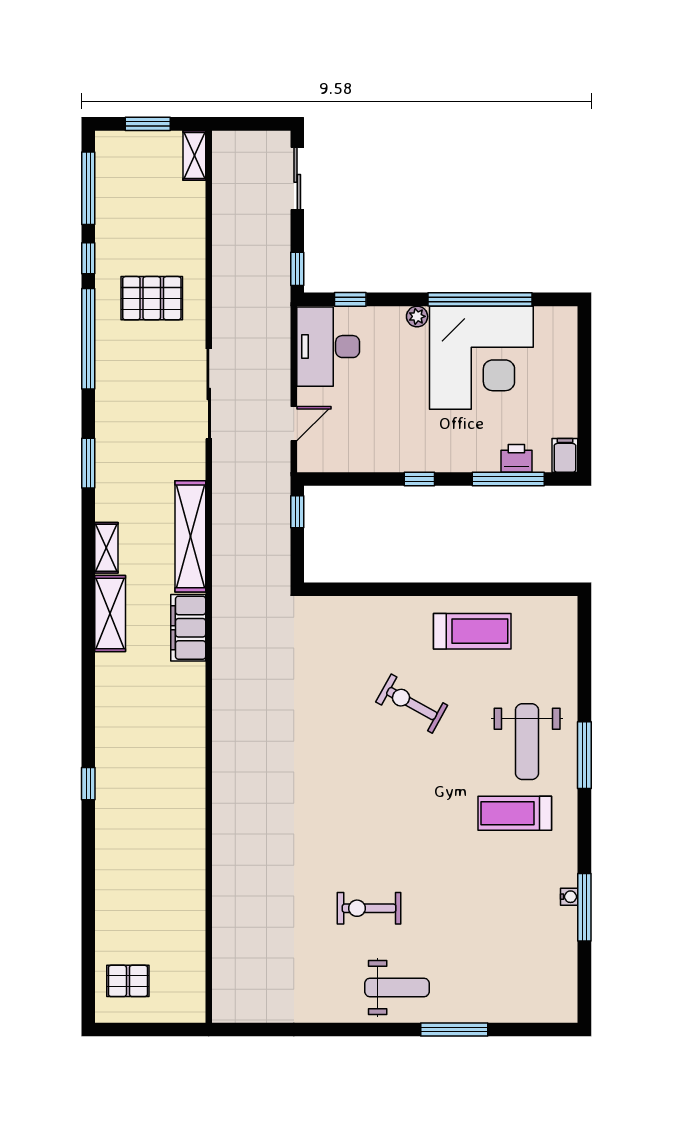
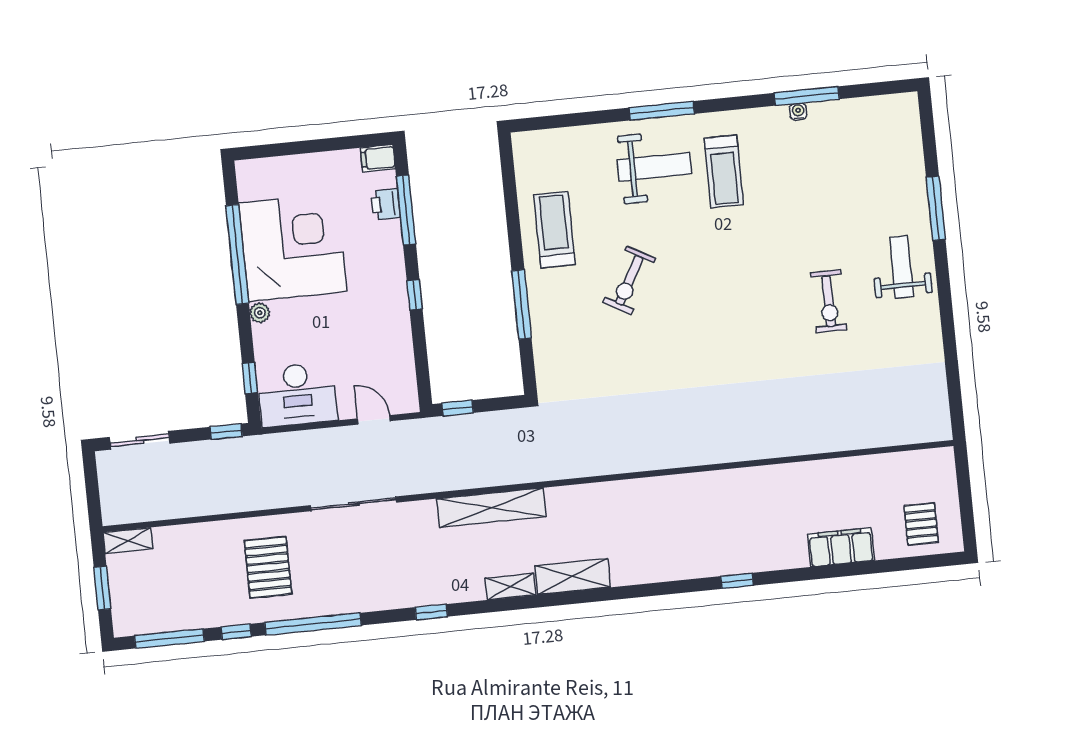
window: (88, 463) -> (431, 612), width x0.67
window: (398, 589) -> (522, 304), added
filing cabinet: (188, 628) -> (841, 547), moved, turned 180

